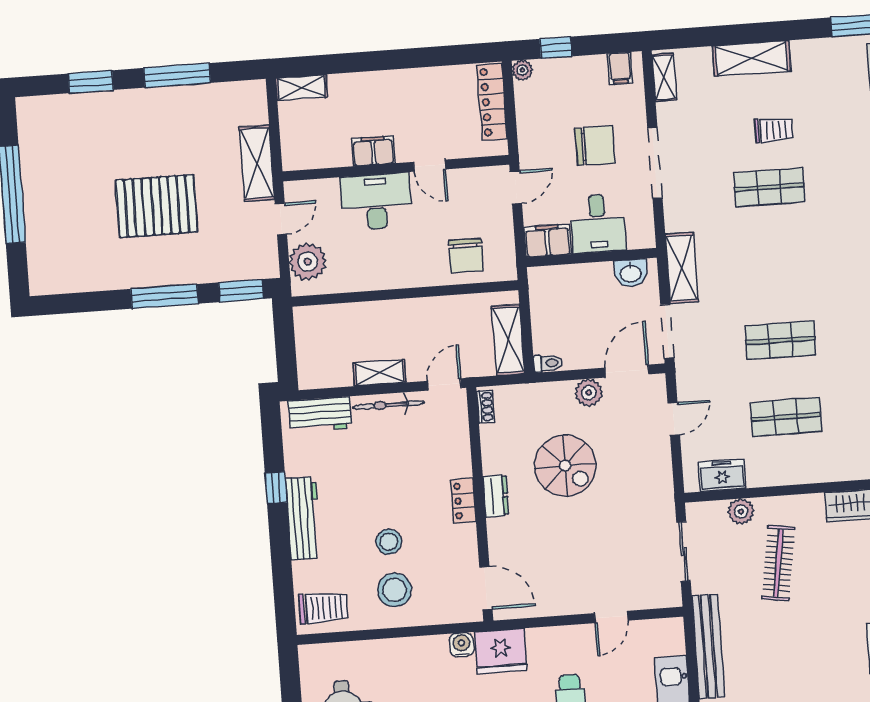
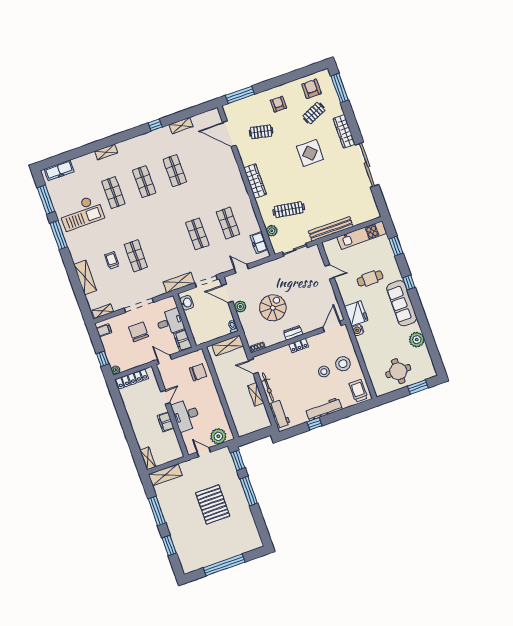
shelving: (257, 163) -> (165, 475), moved

